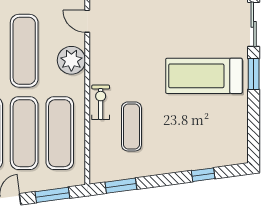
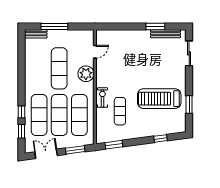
door: (87, 21) -> (95, 52), swing flipped
window: (254, 74) -> (189, 104), moved
treadmill: (204, 76) -> (159, 99), moved

